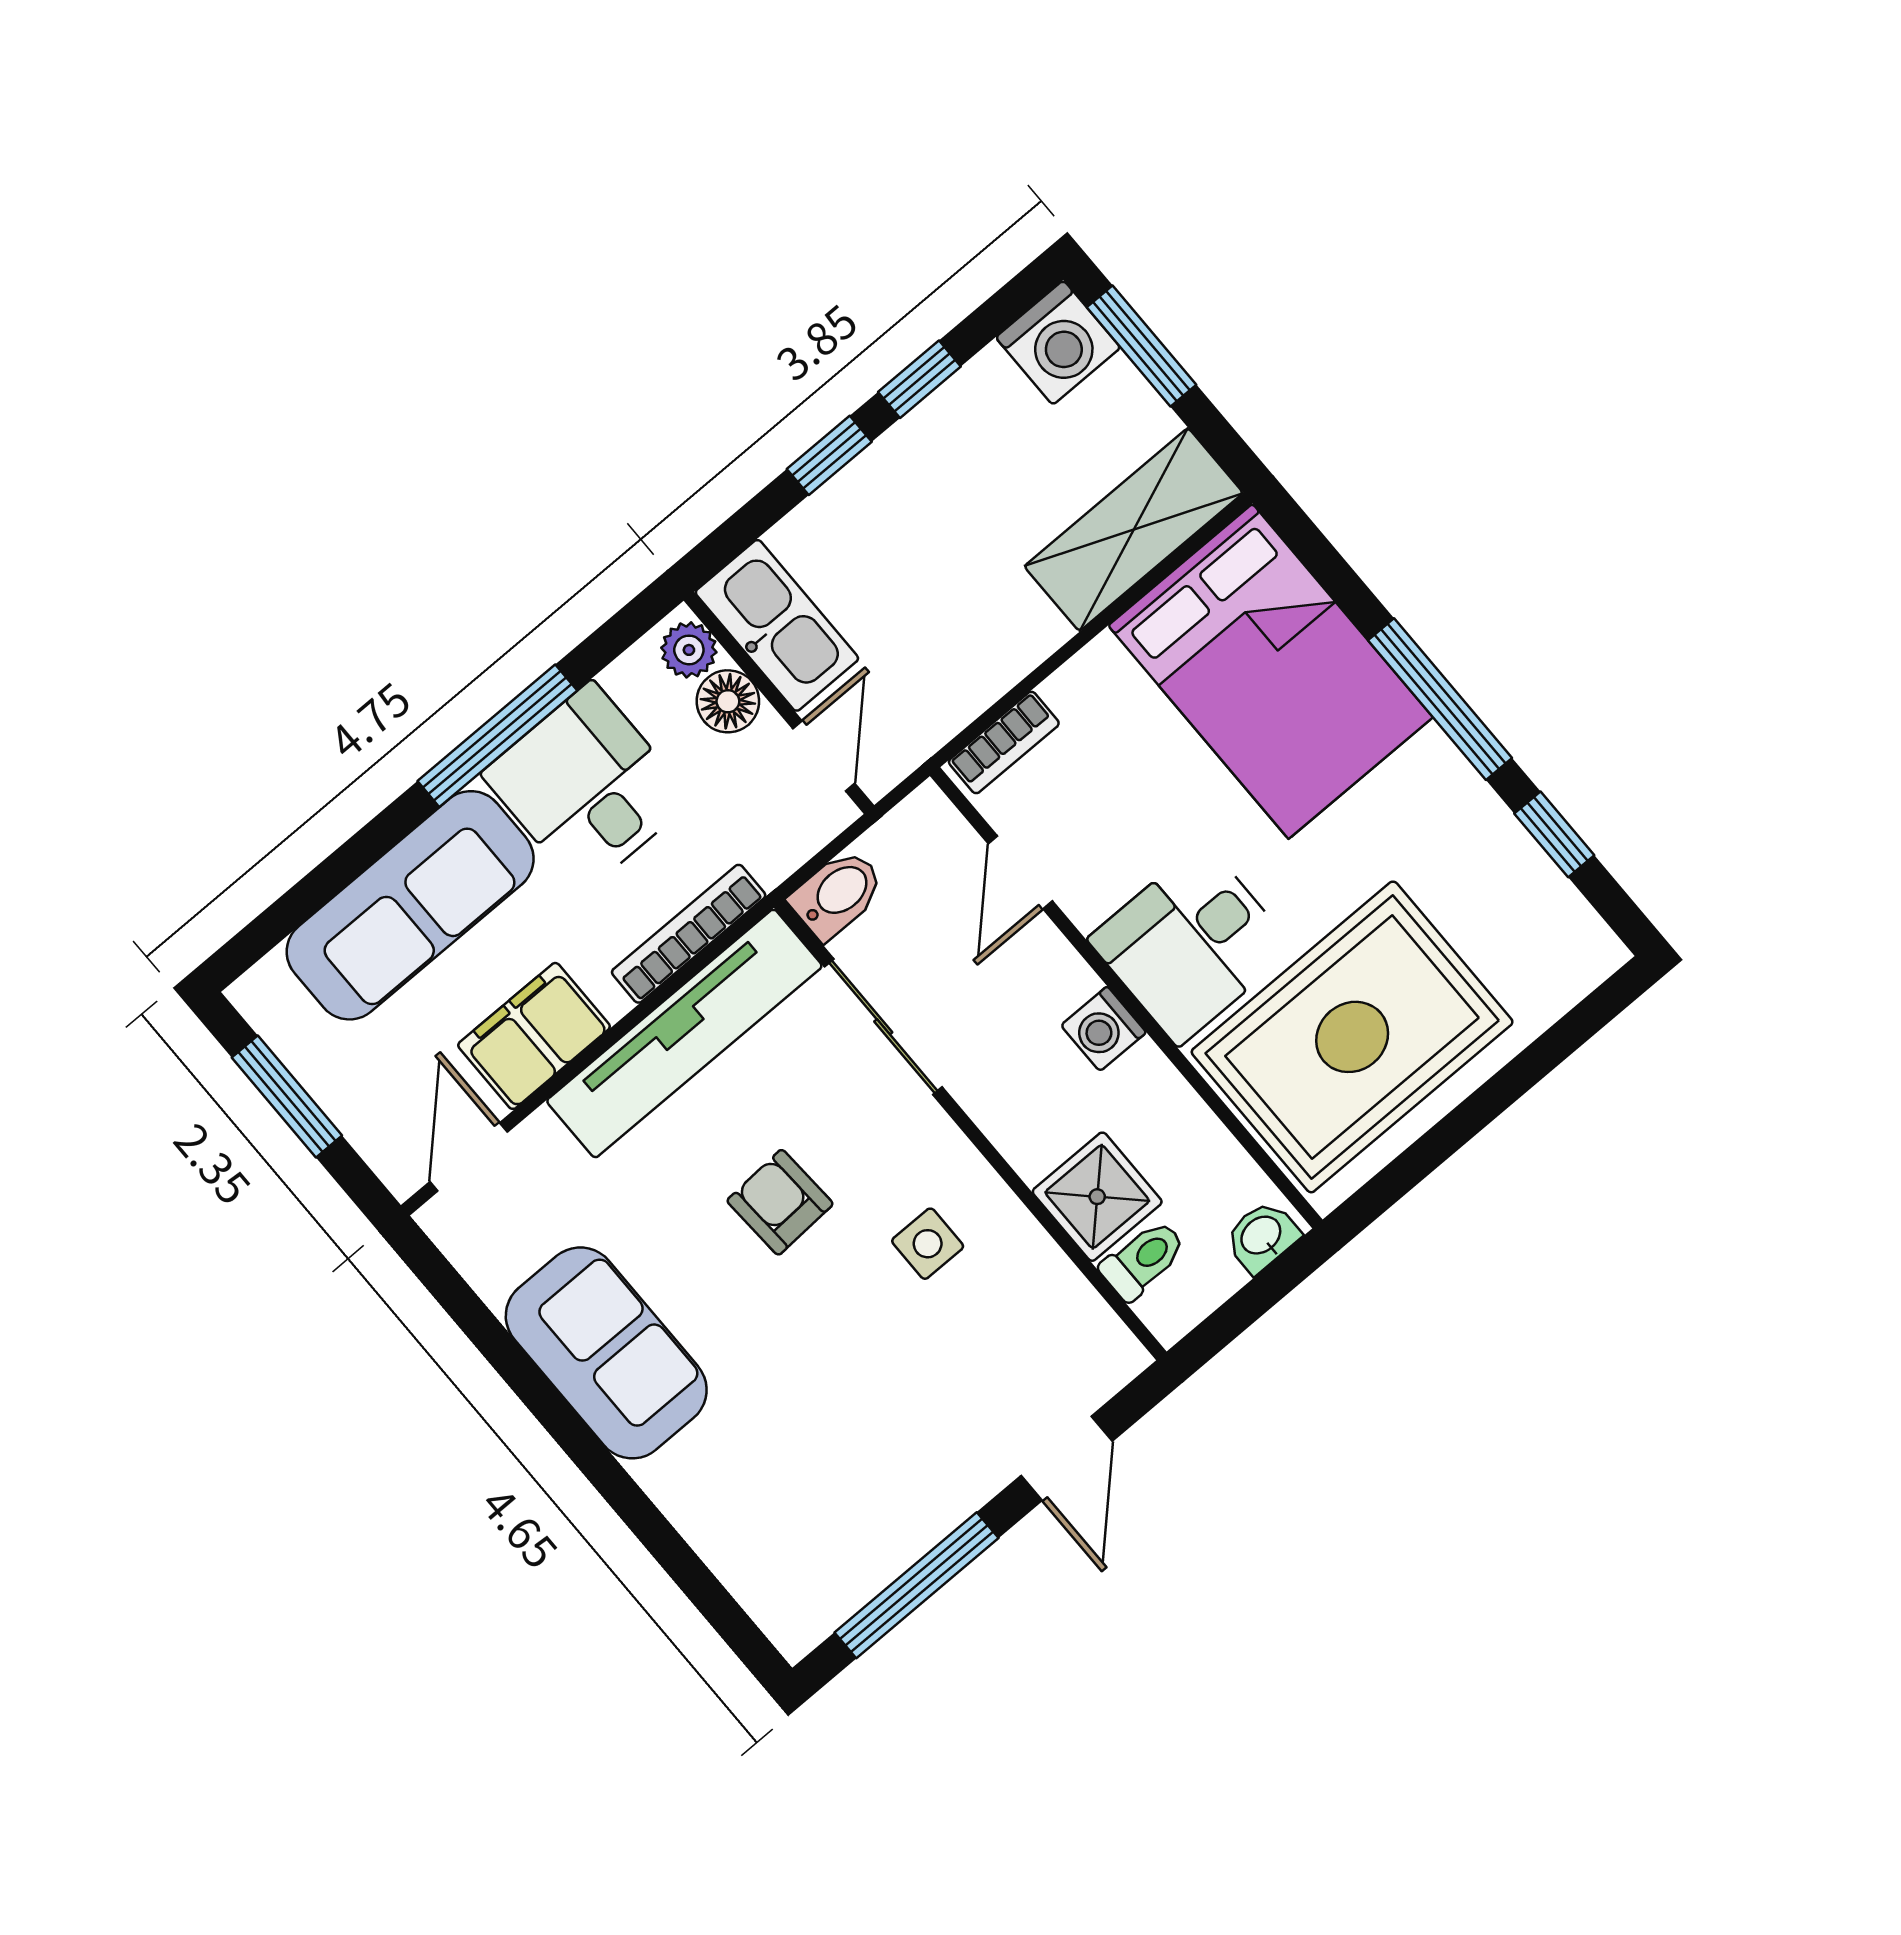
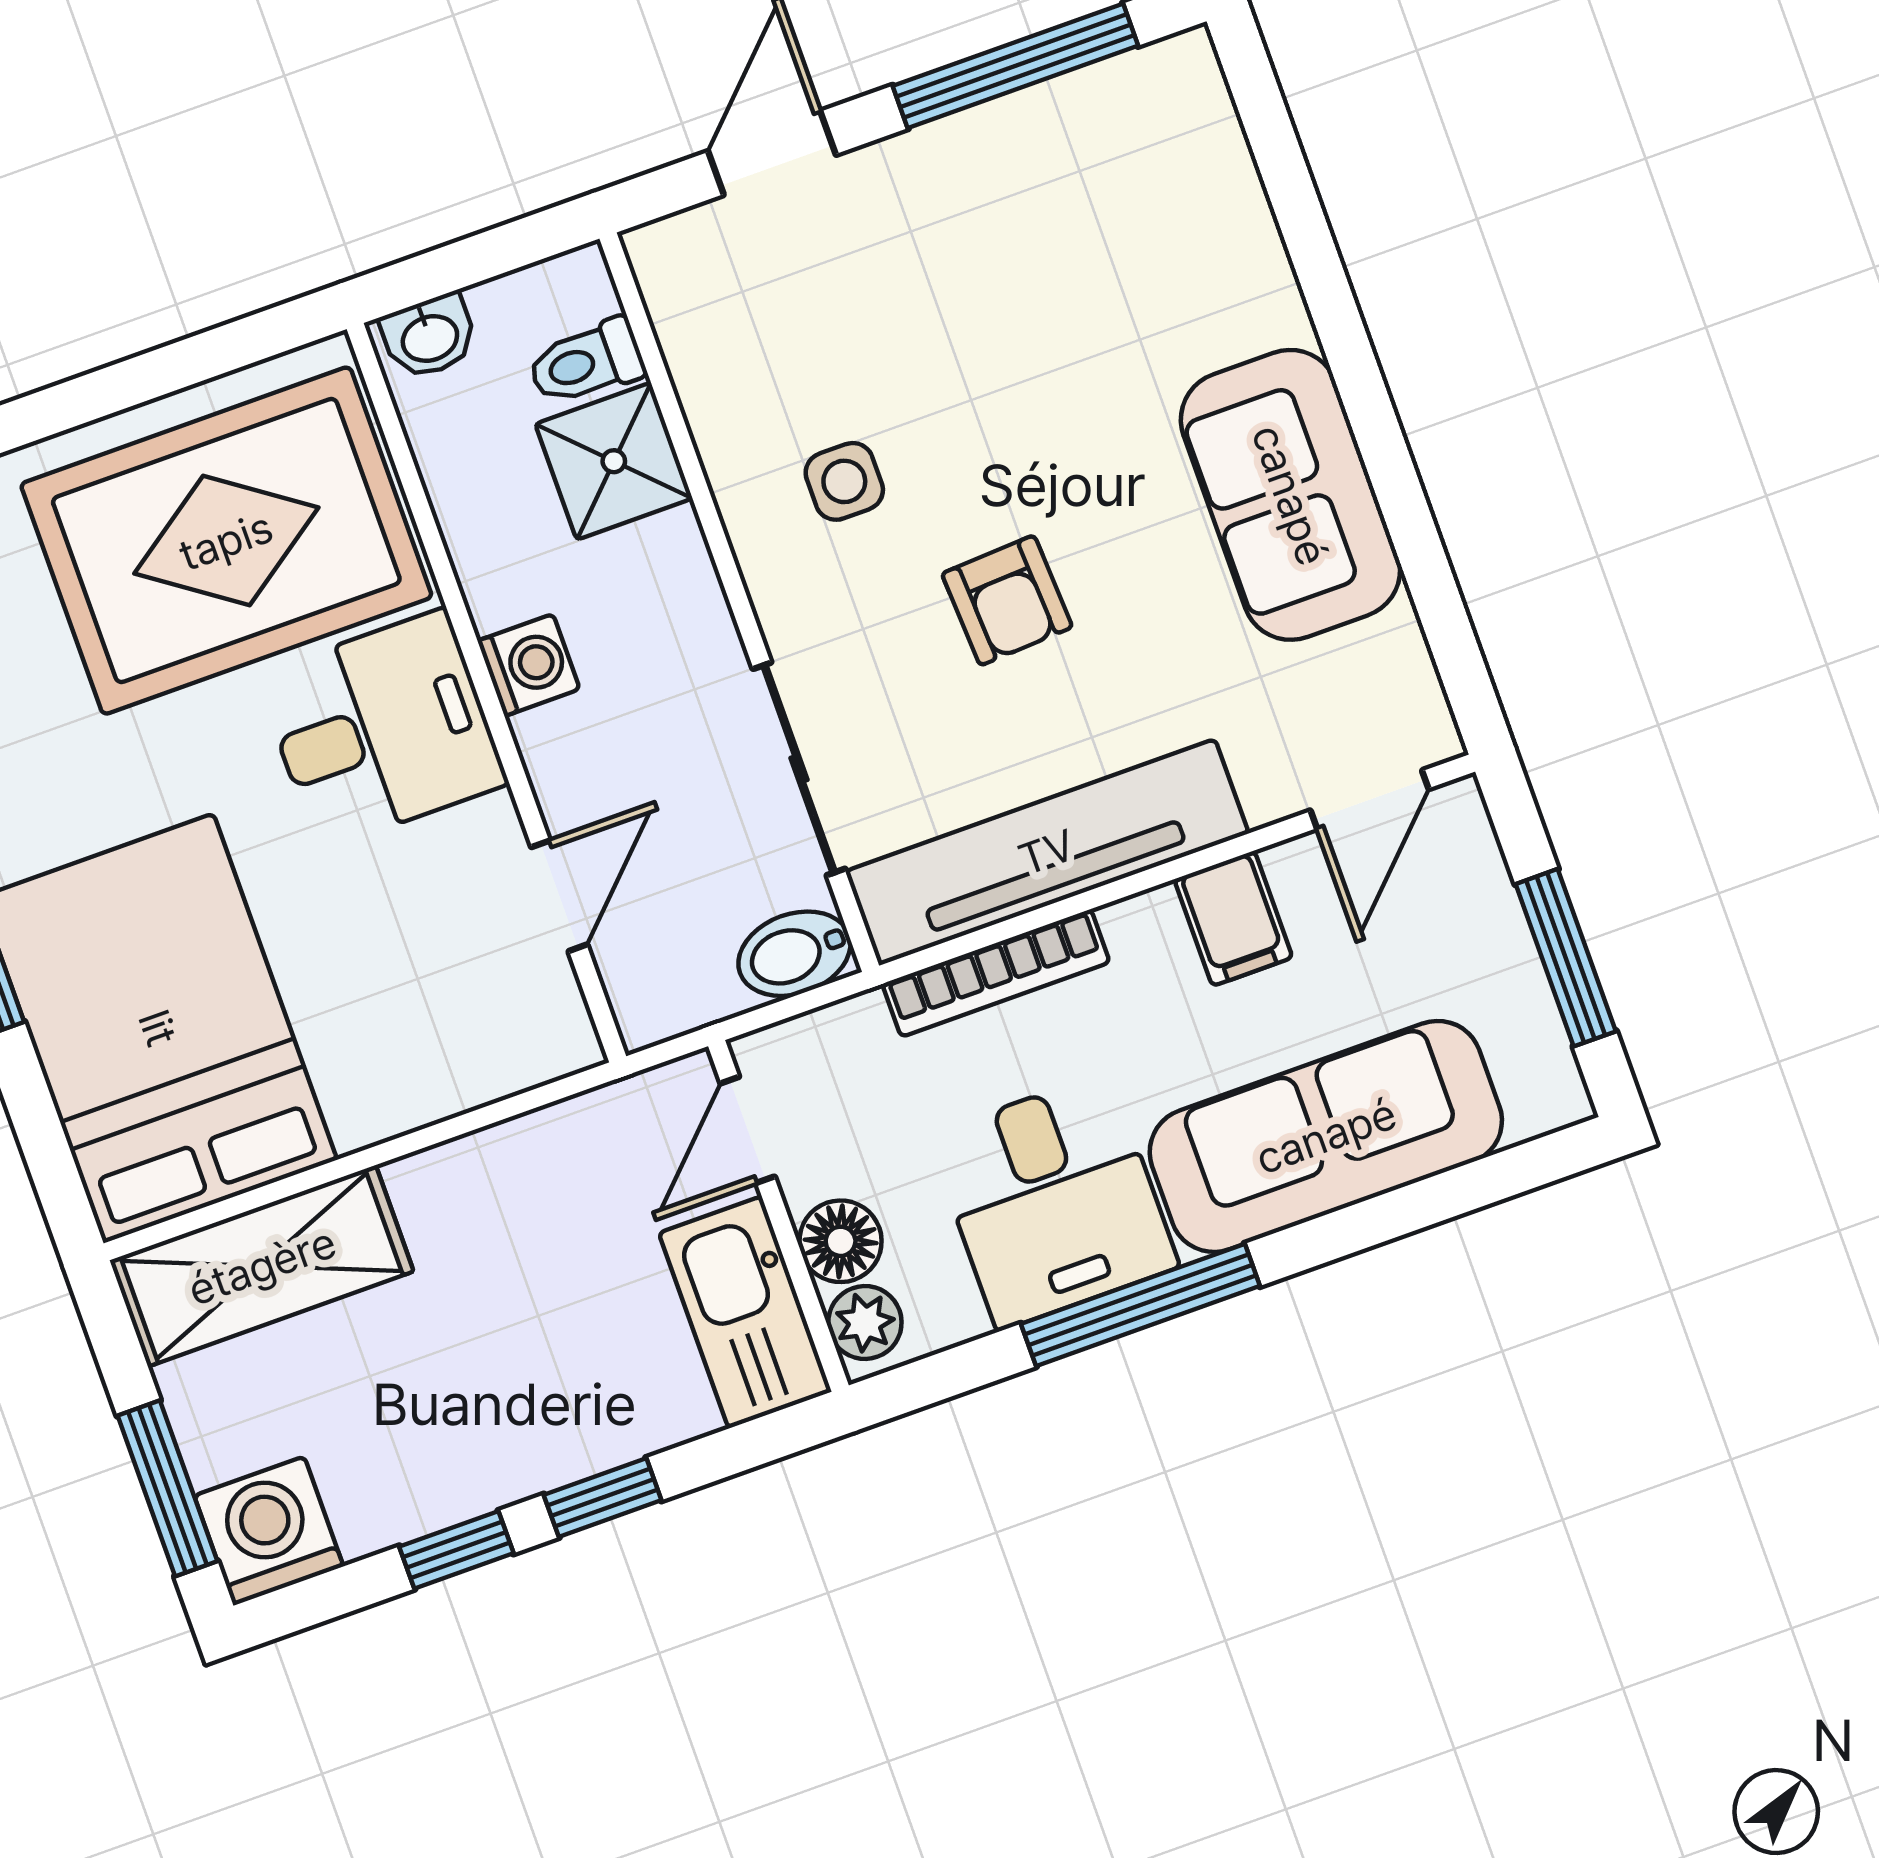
bookcase: (1004, 743) -> (520, 1063), removed
filing cabinet: (534, 1036) -> (1233, 918), width x0.50

